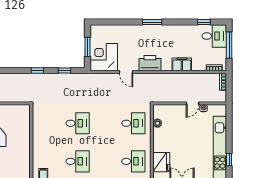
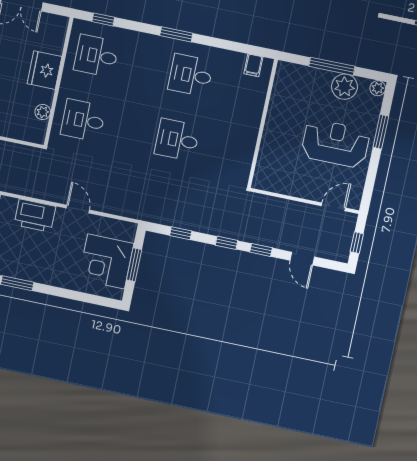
corner desk: (104, 57) -> (106, 261), moved, turned 90
window: (17, 70) -> (261, 250), added
fridge: (161, 162) -> (44, 70), moved

